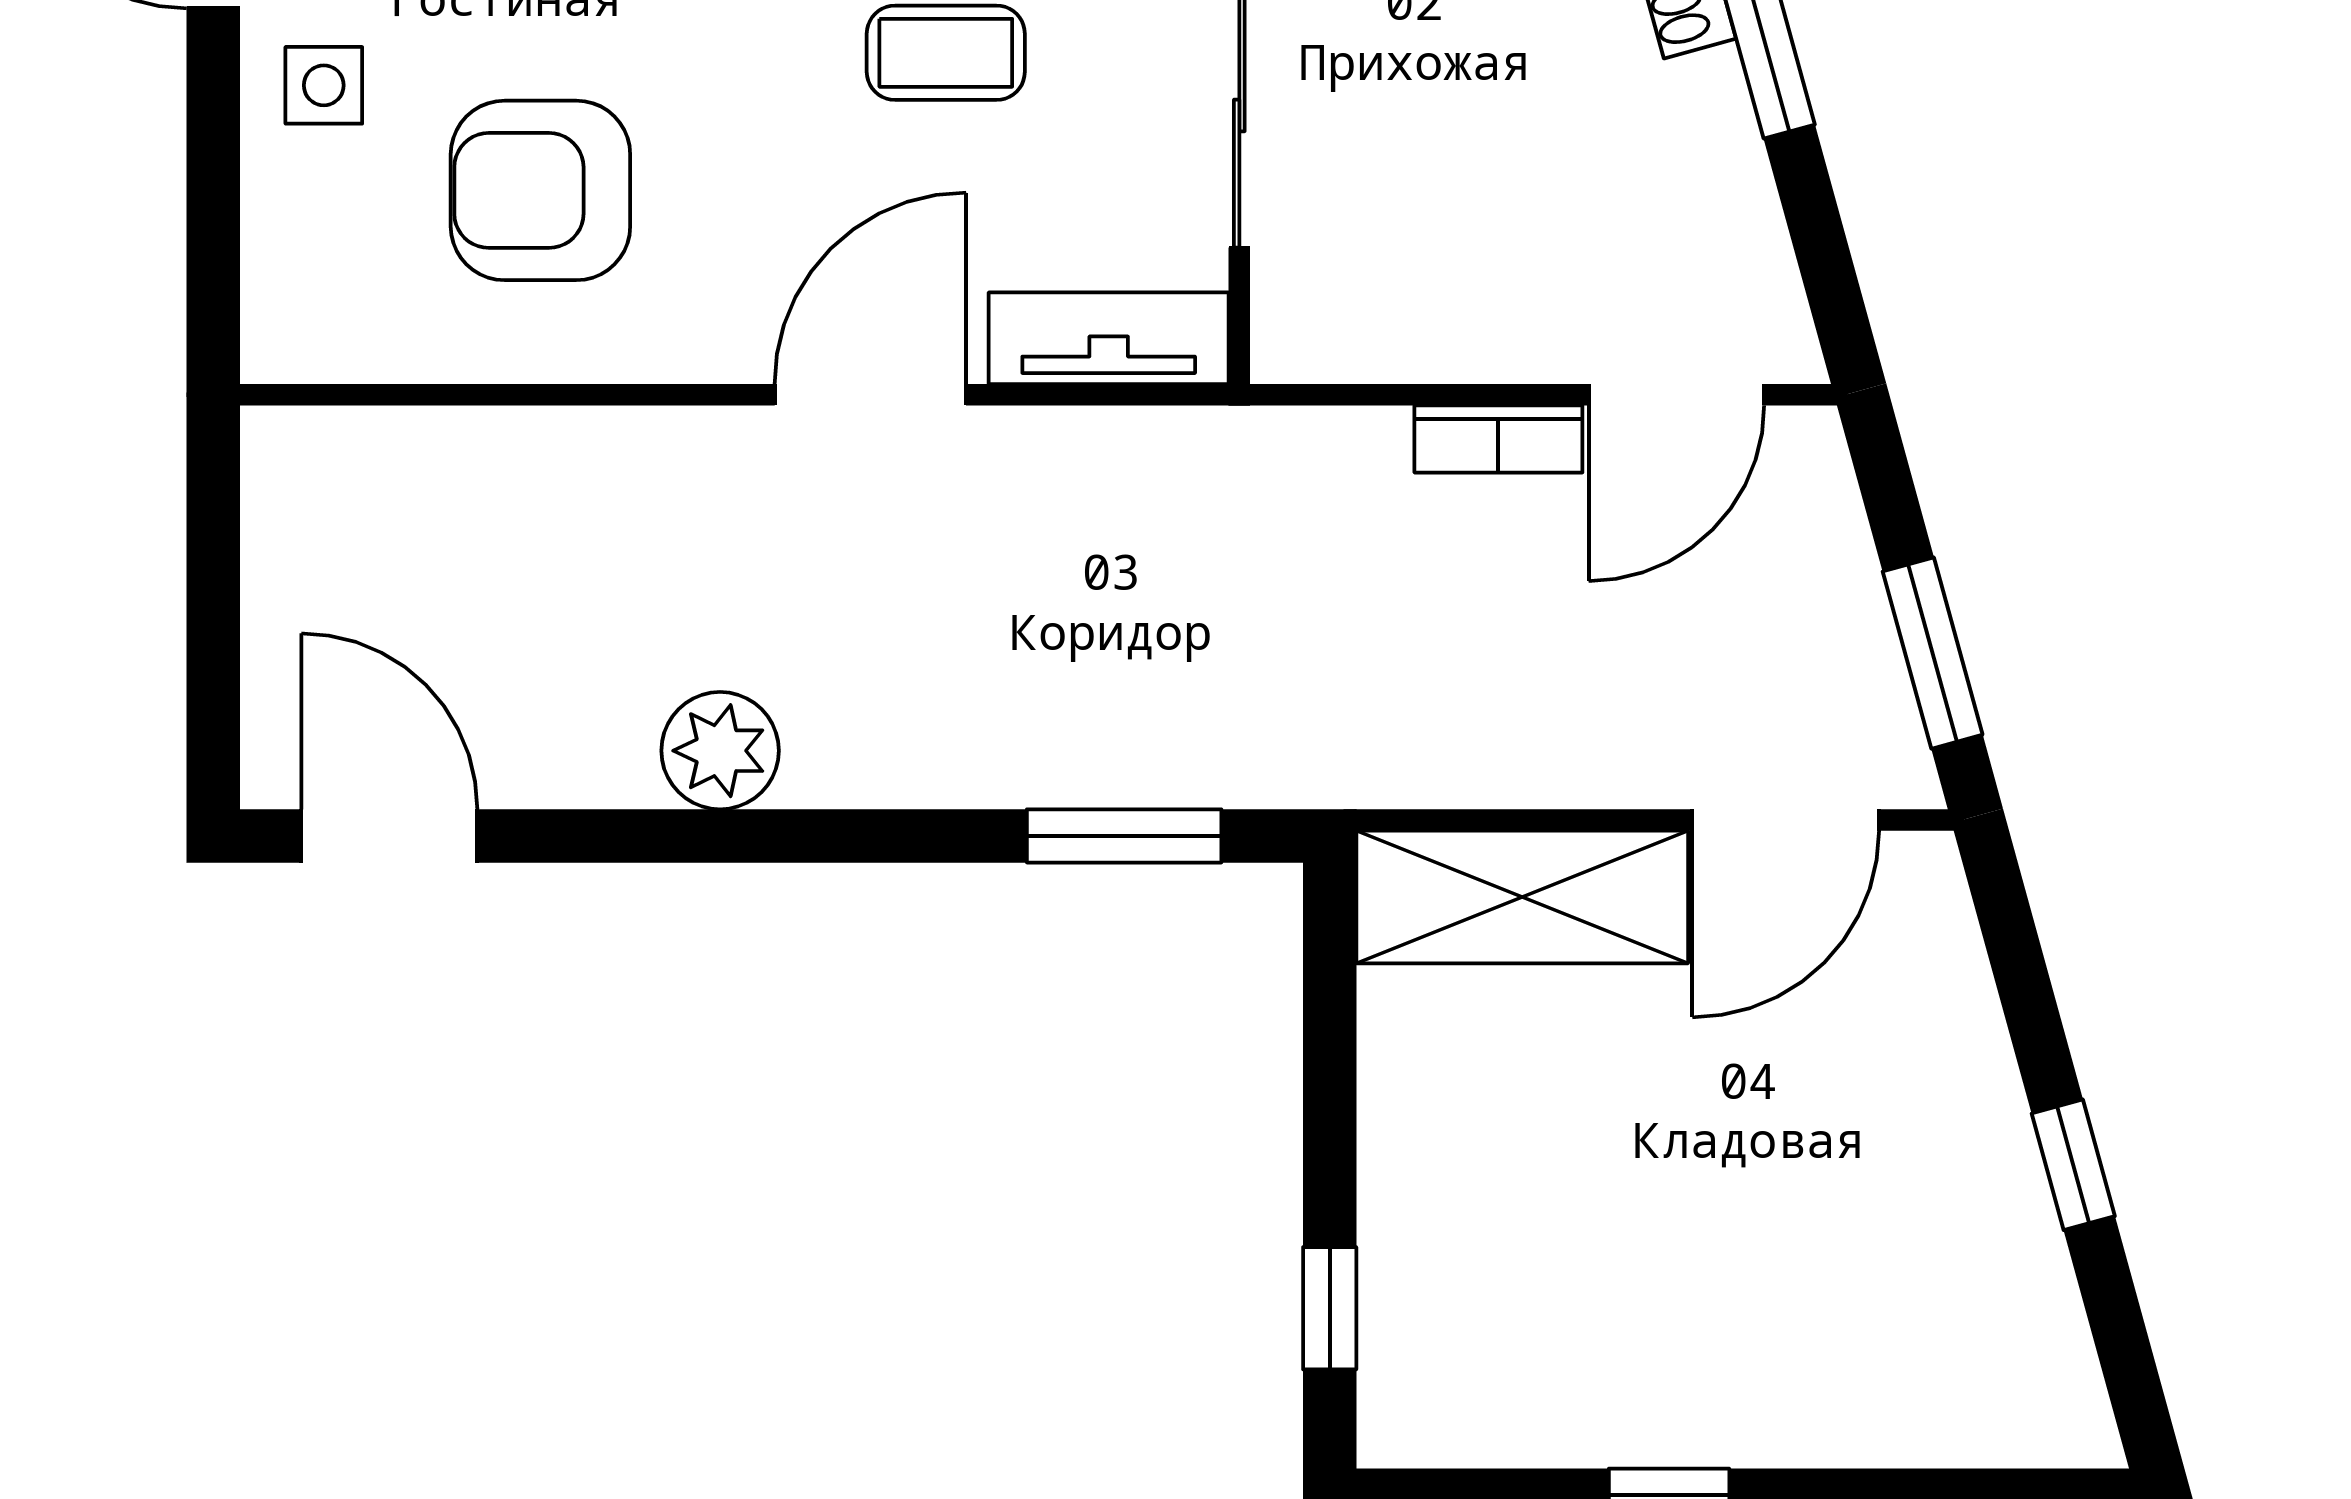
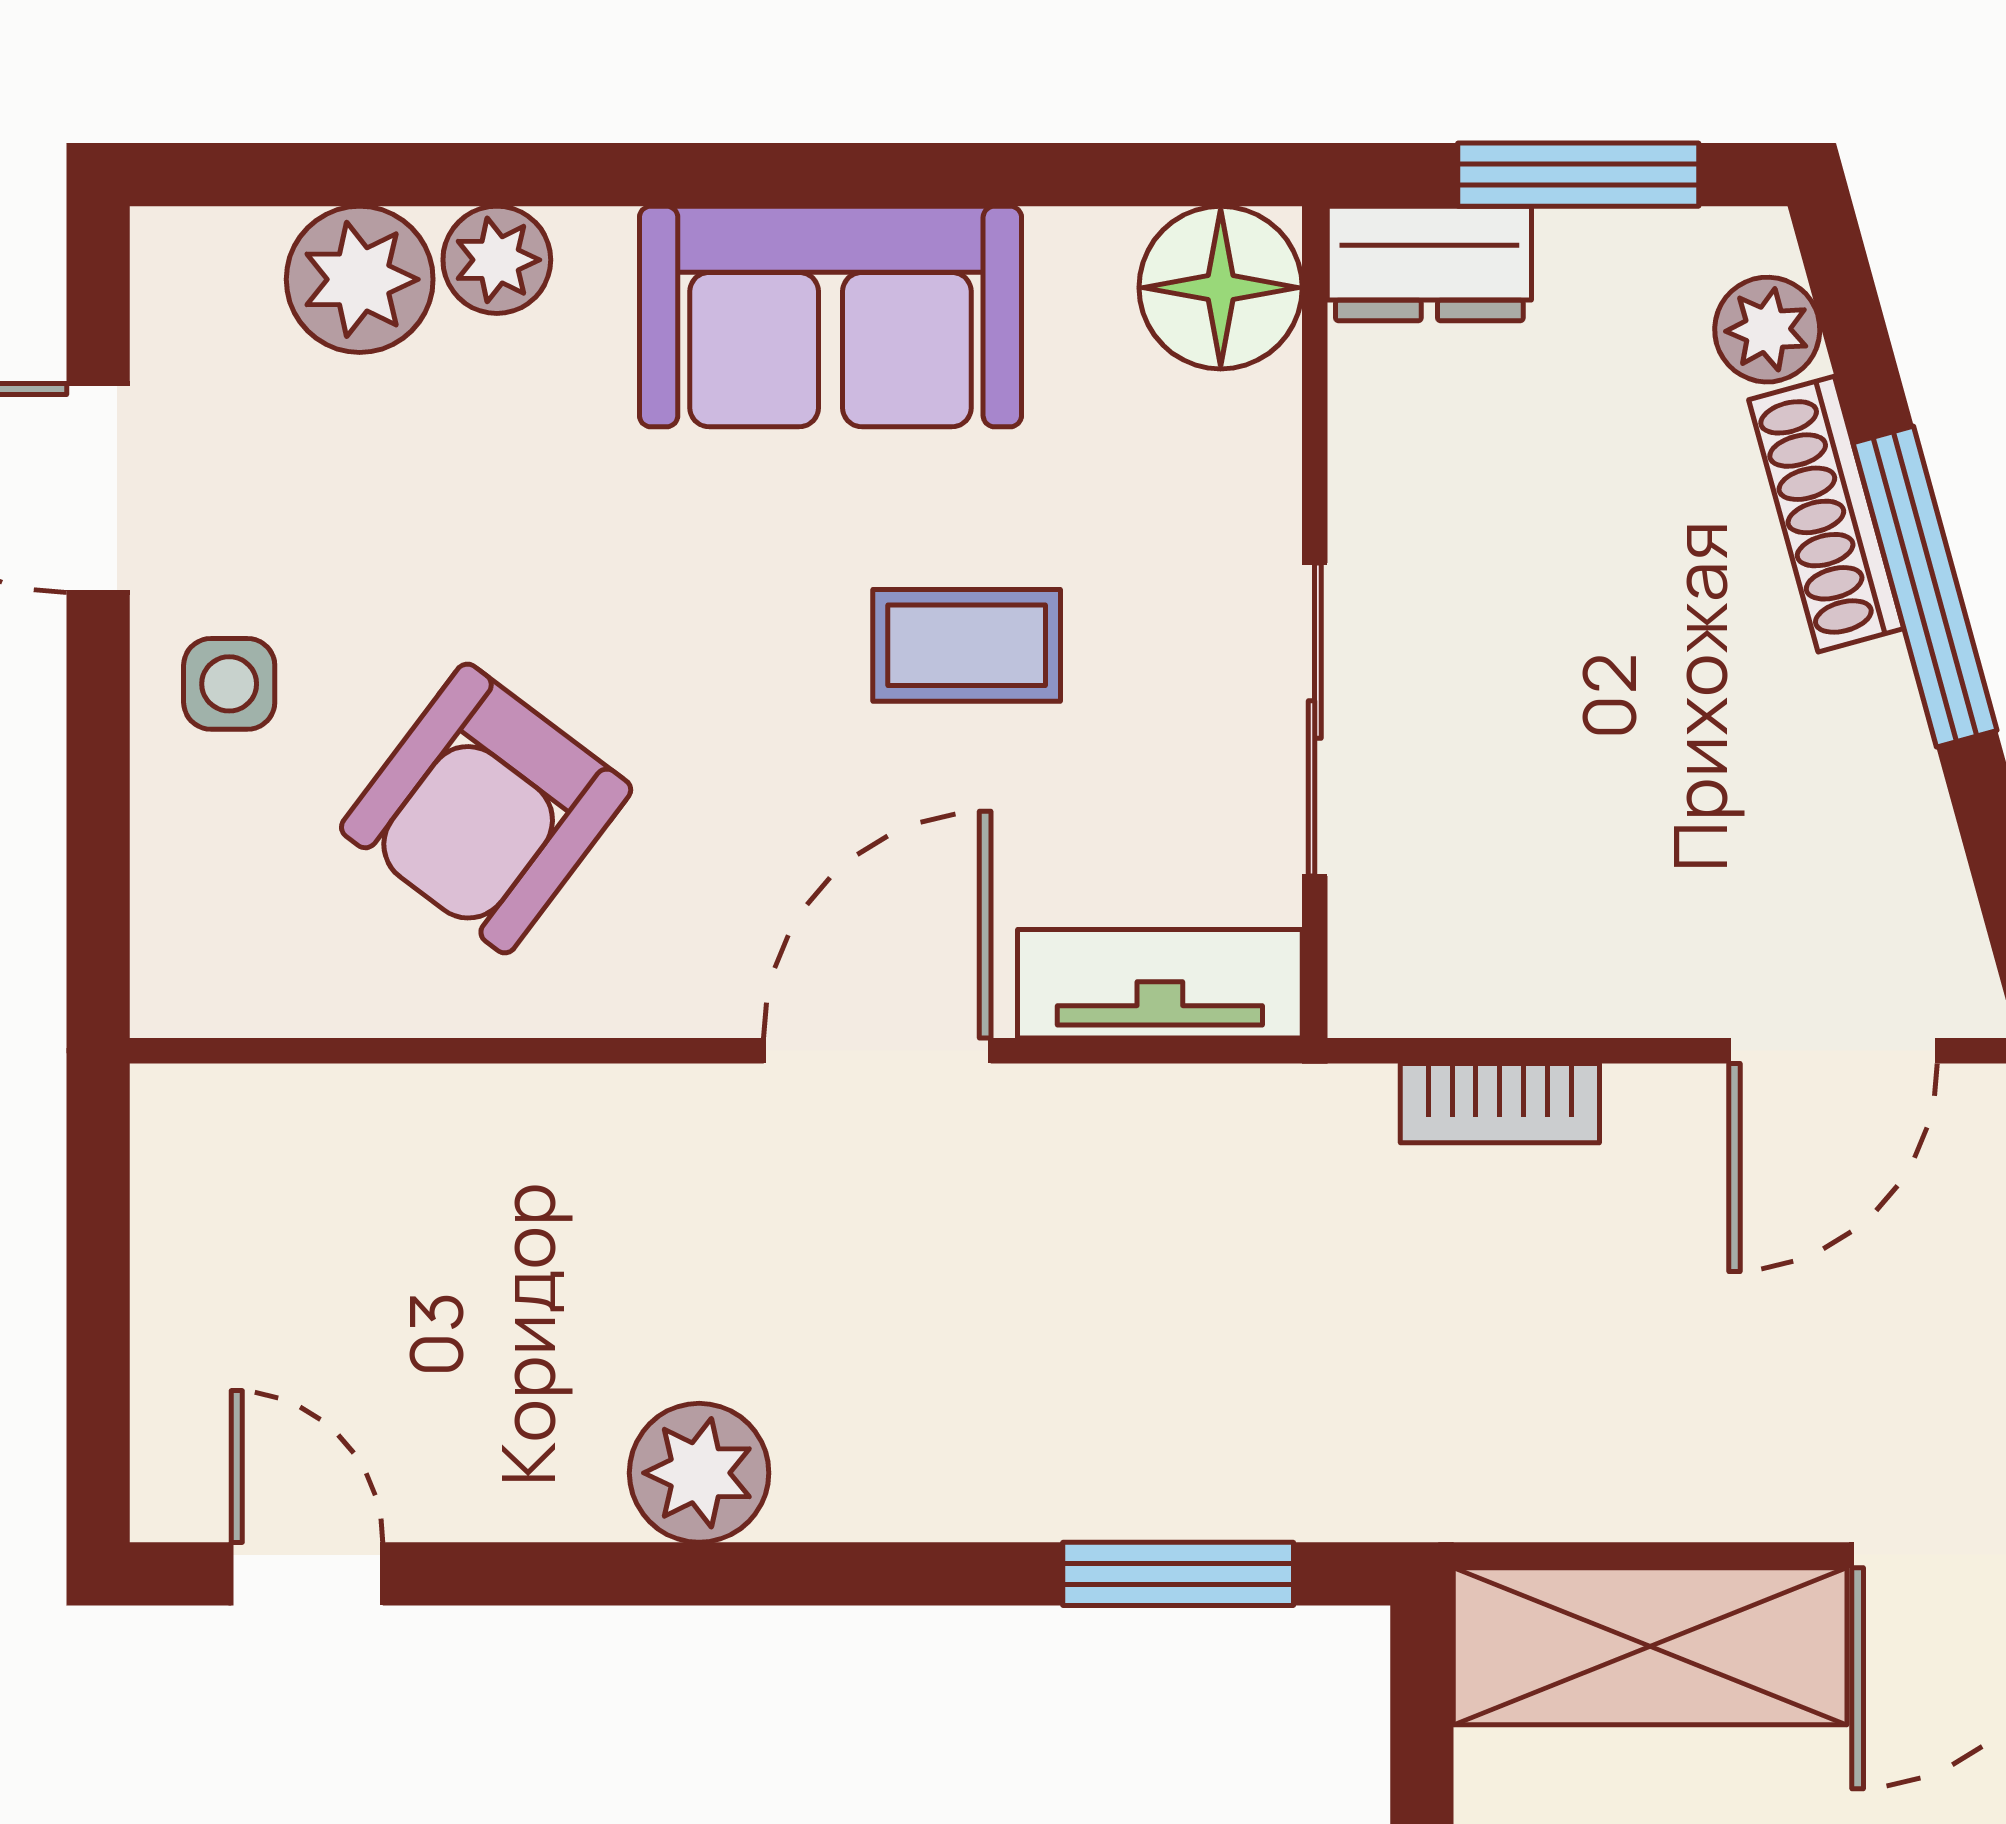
armchair: (540, 190) -> (486, 808), turned -53
bookcase: (1498, 439) -> (1500, 1103), moved
door: (389, 836) -> (307, 1574), width x0.73

